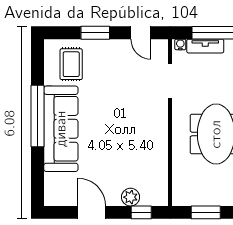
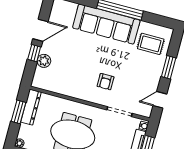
armchair: (136, 110) -> (106, 82), added
dresser: (195, 198) -> (31, 107), added
window: (141, 212) -> (34, 53), moved

